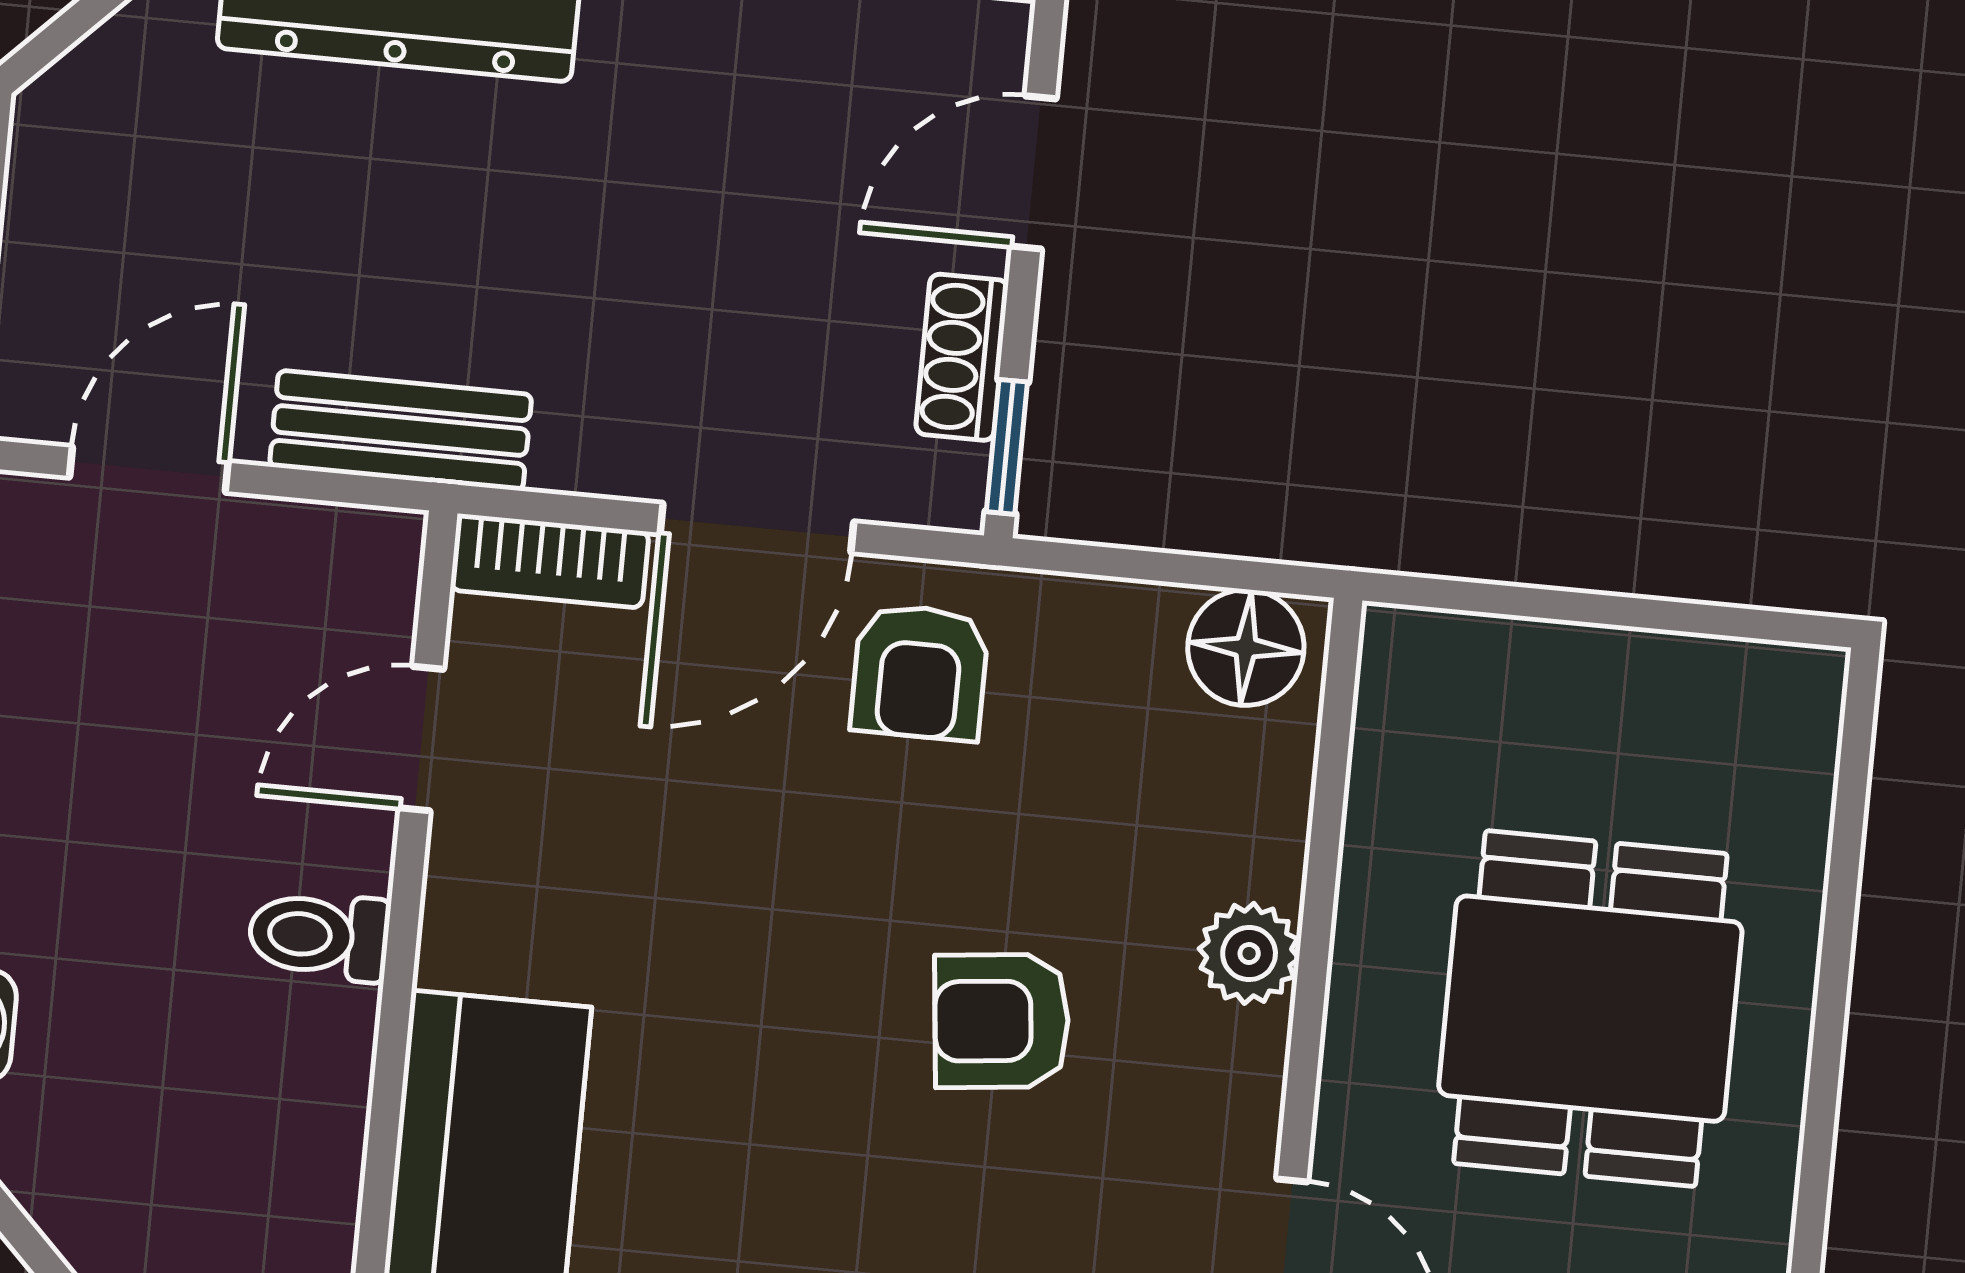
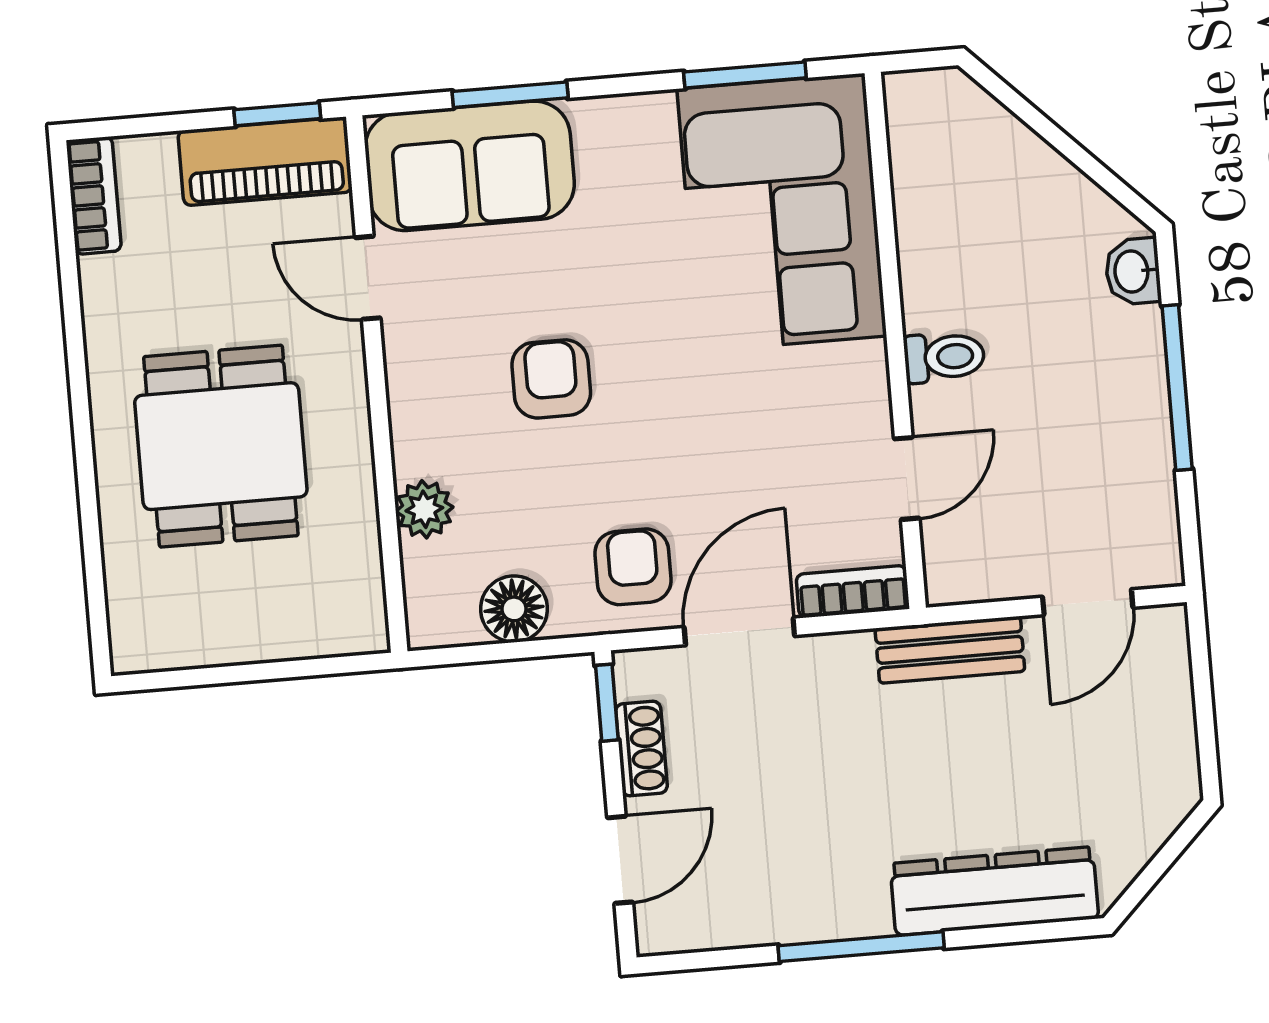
floor lamp: (1246, 648) -> (514, 609), moved
plant: (1249, 953) -> (424, 509), moved
armchair: (1002, 1021) -> (551, 379), turned -84

